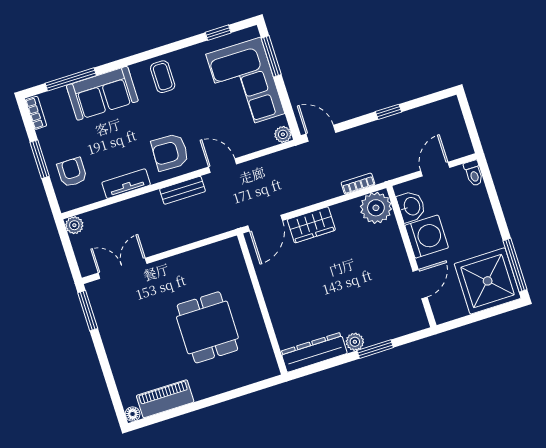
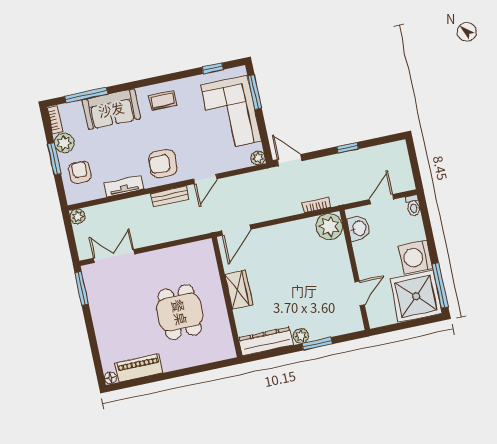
coffee table: (163, 77) -> (163, 100), turned 90
plant: (50, 139) -> (64, 143), added
door: (223, 166) -> (205, 179), swing flipped
wardrobe: (311, 225) -> (239, 290), moved, turned -90
washing machine: (427, 237) -> (416, 257), moved, turned 180

